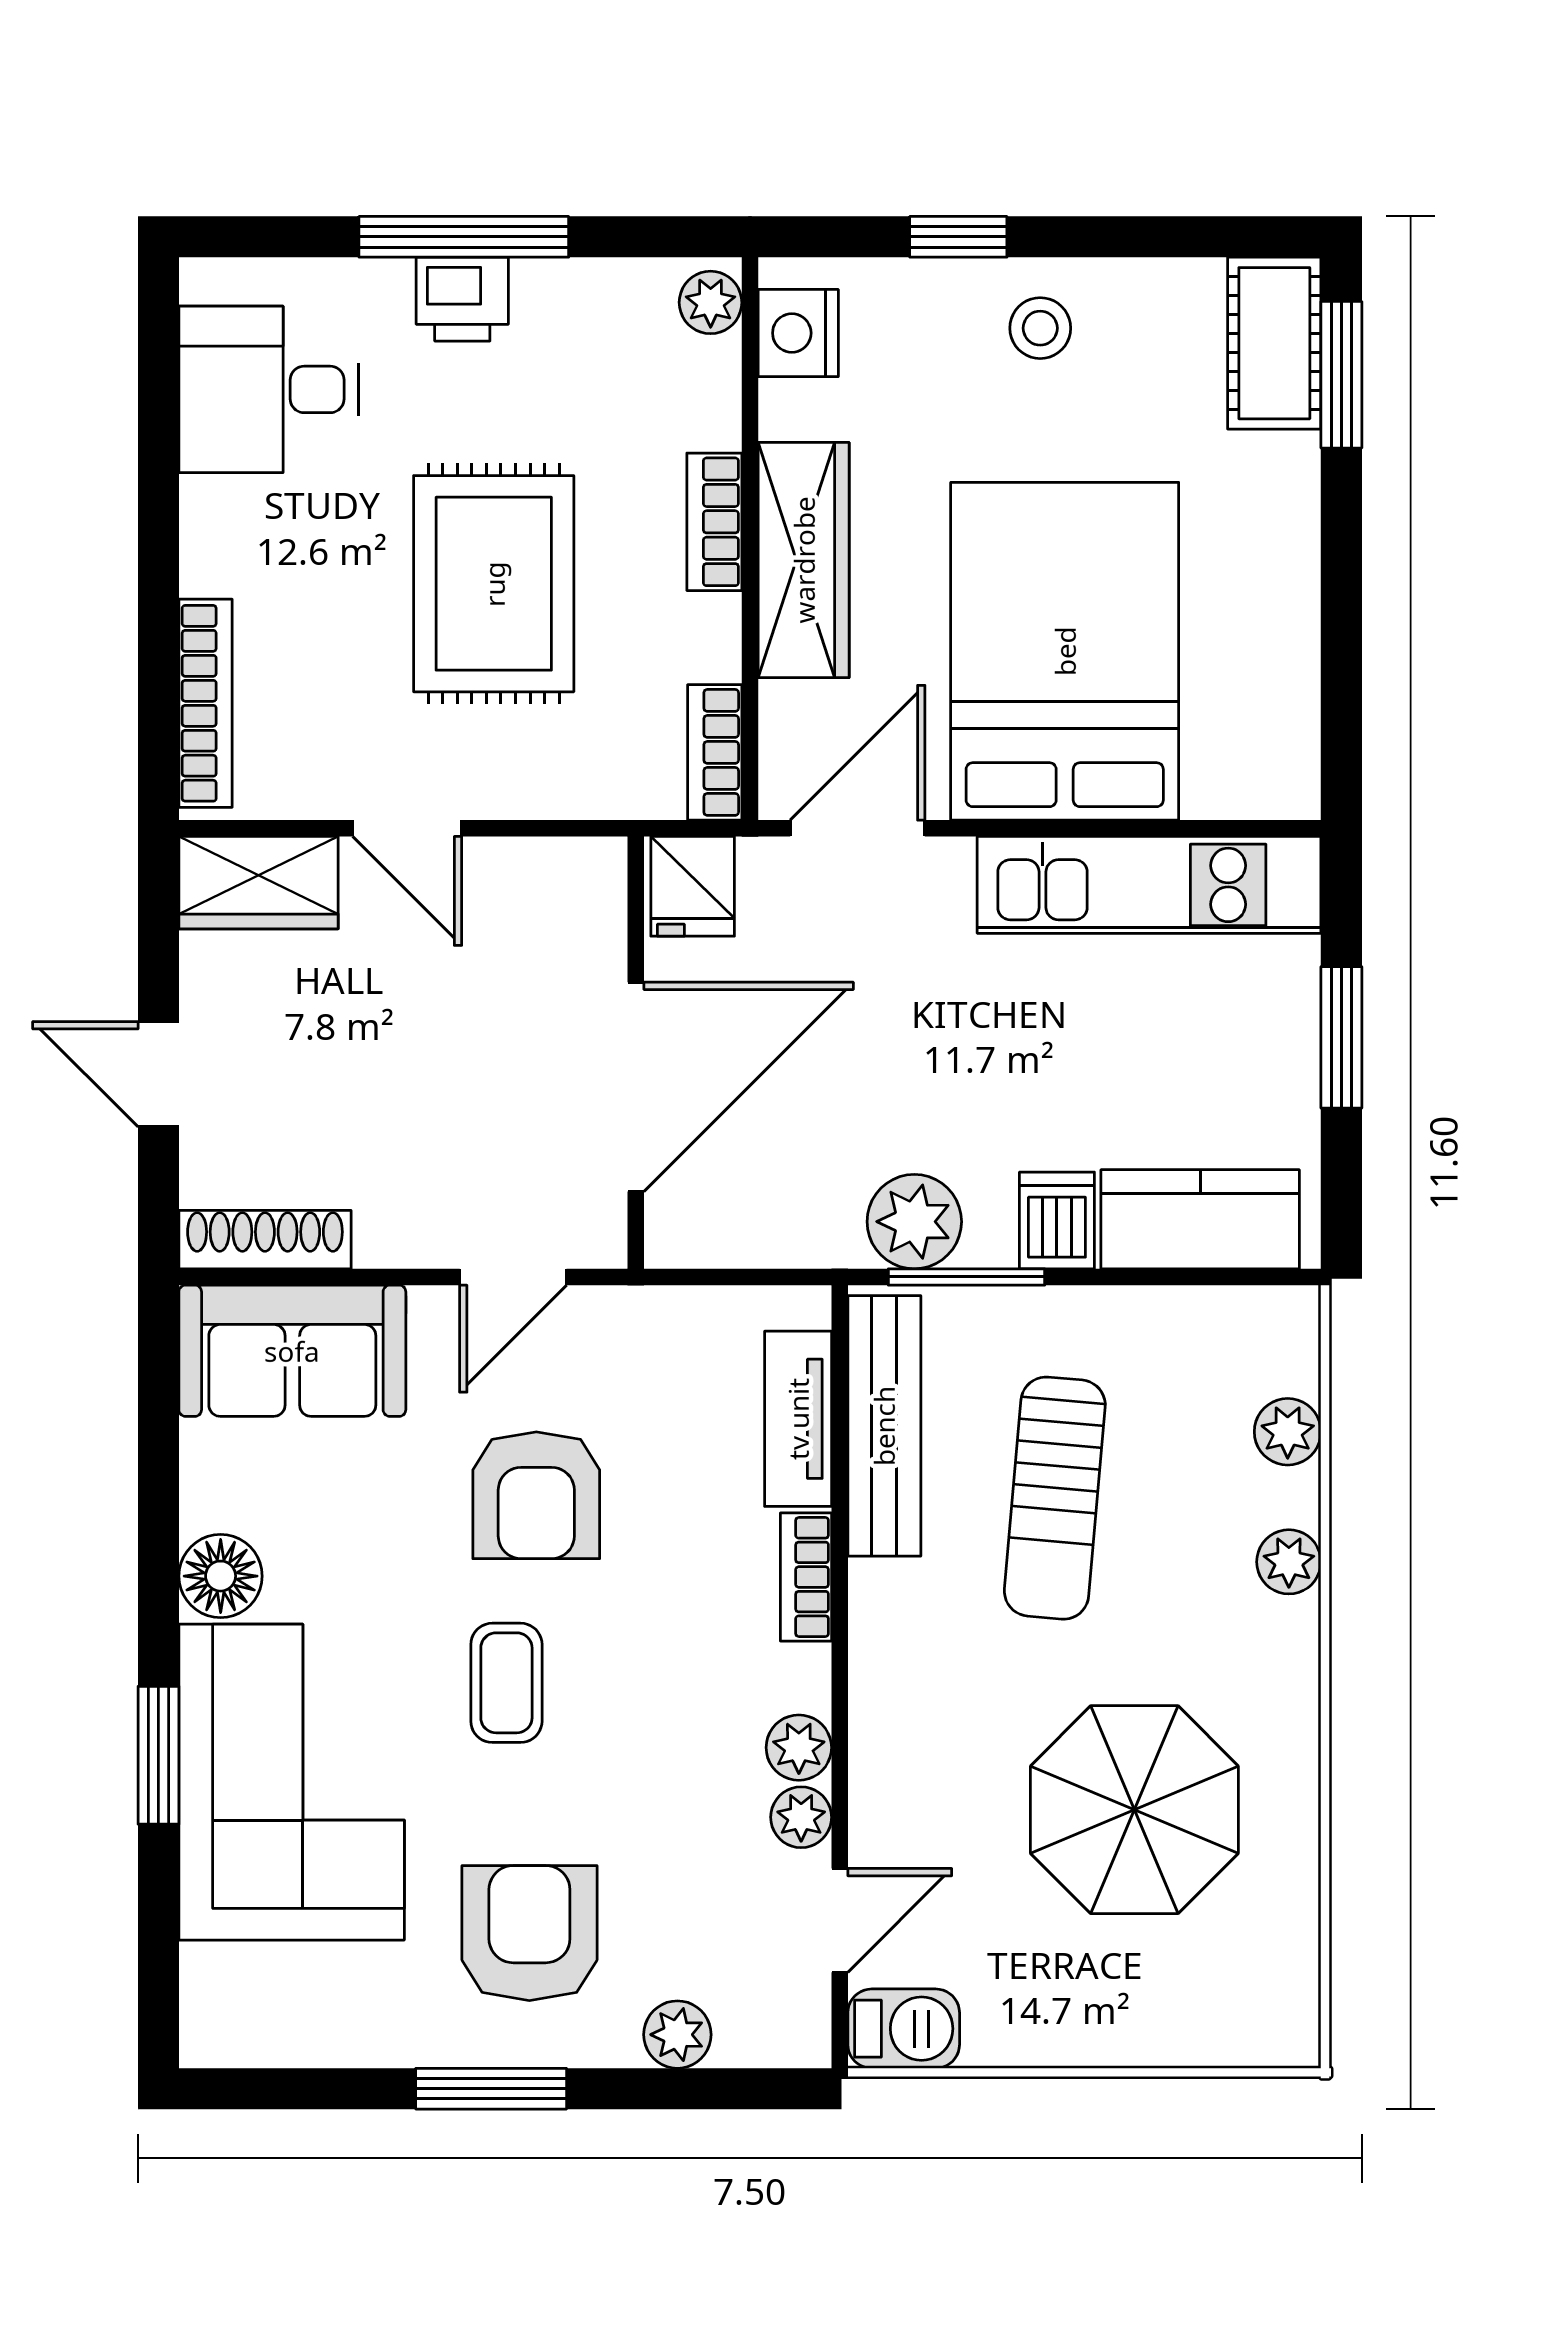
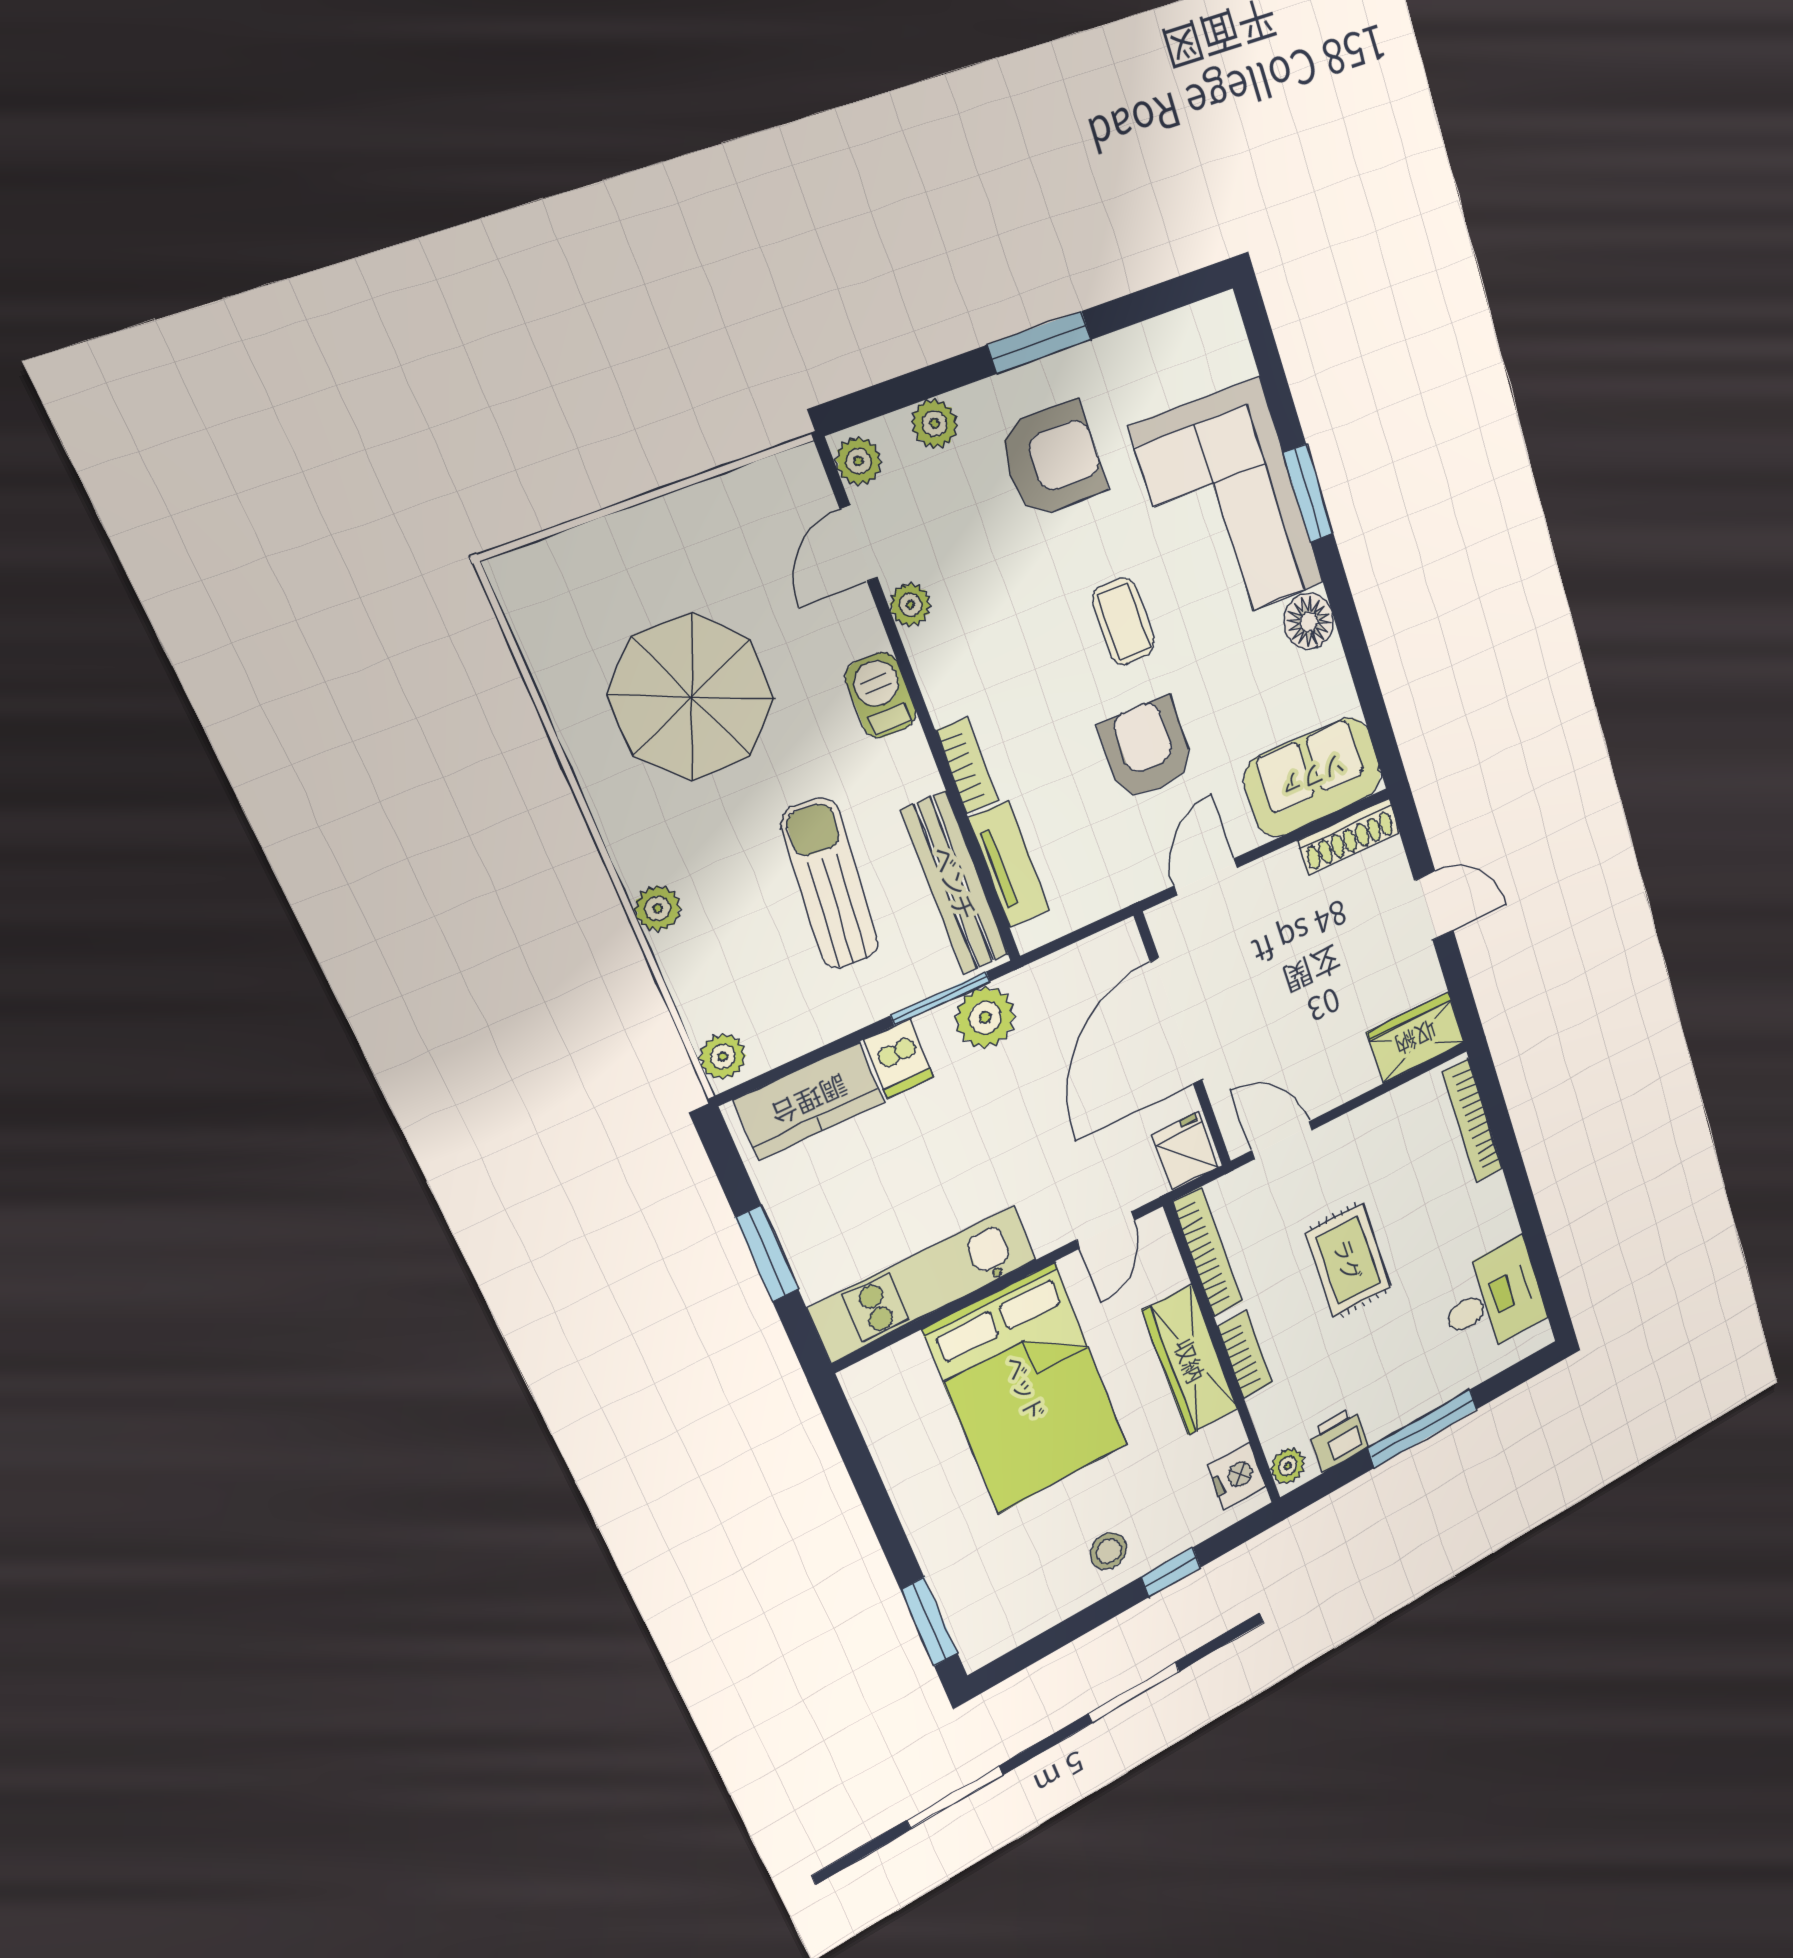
printer: (462, 299) -> (1339, 1439), moved
cot: (1274, 343) -> (975, 1617), removed
rug: (494, 584) -> (1348, 1260), width x0.73, depth x0.70
bookcase: (715, 752) -> (1208, 1252), width x1.56
door: (407, 828) -> (1282, 1140), moved
door: (858, 828) -> (1106, 1230), width x0.73
plant: (1288, 1432) -> (723, 1057), moved
plant: (799, 1748) -> (858, 461), moved
armchair: (529, 1933) -> (1052, 460), turned -90
barbecue: (904, 2029) -> (881, 695), moved, turned 90

